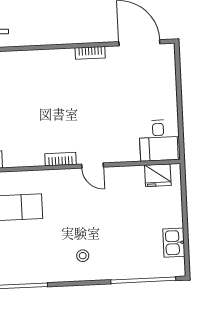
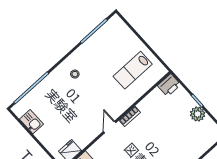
door: (92, 166) -> (110, 127), hinge flipped

